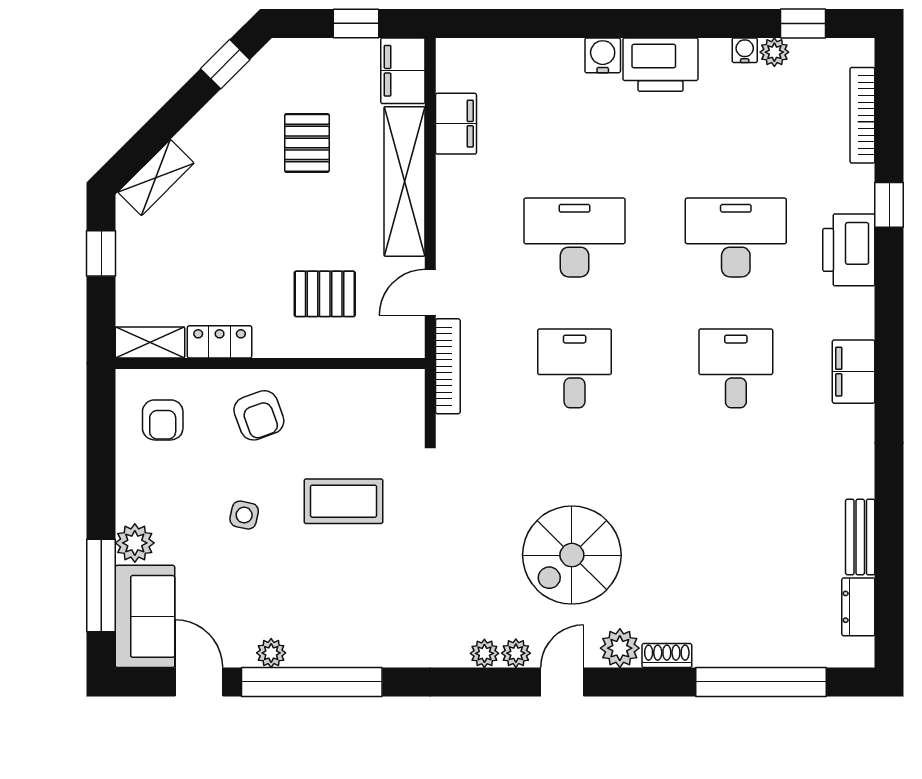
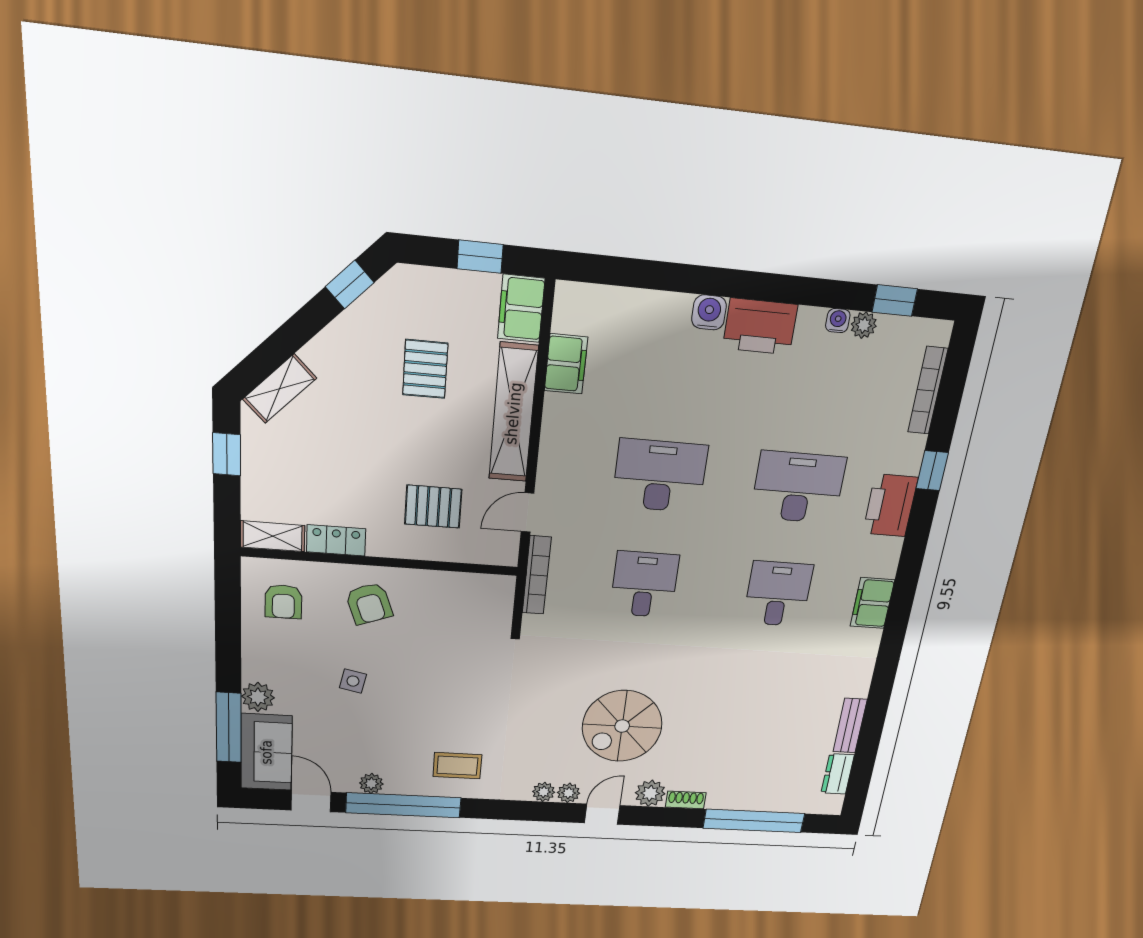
coffee table: (344, 501) -> (457, 766), moved, width x0.73, depth x0.77

